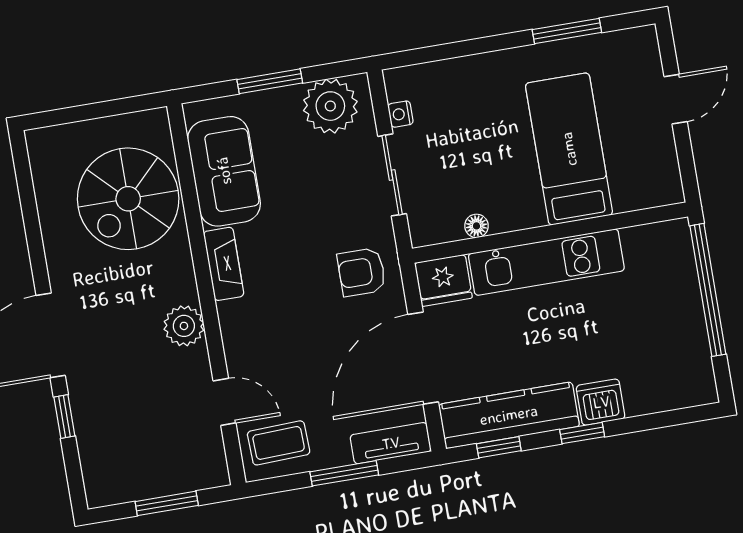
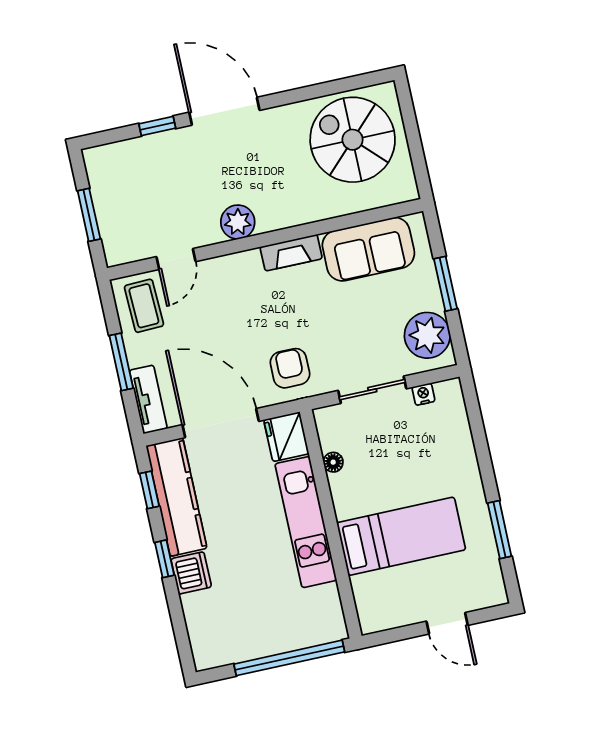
spiral stairs: (128, 199) -> (353, 140), moved

